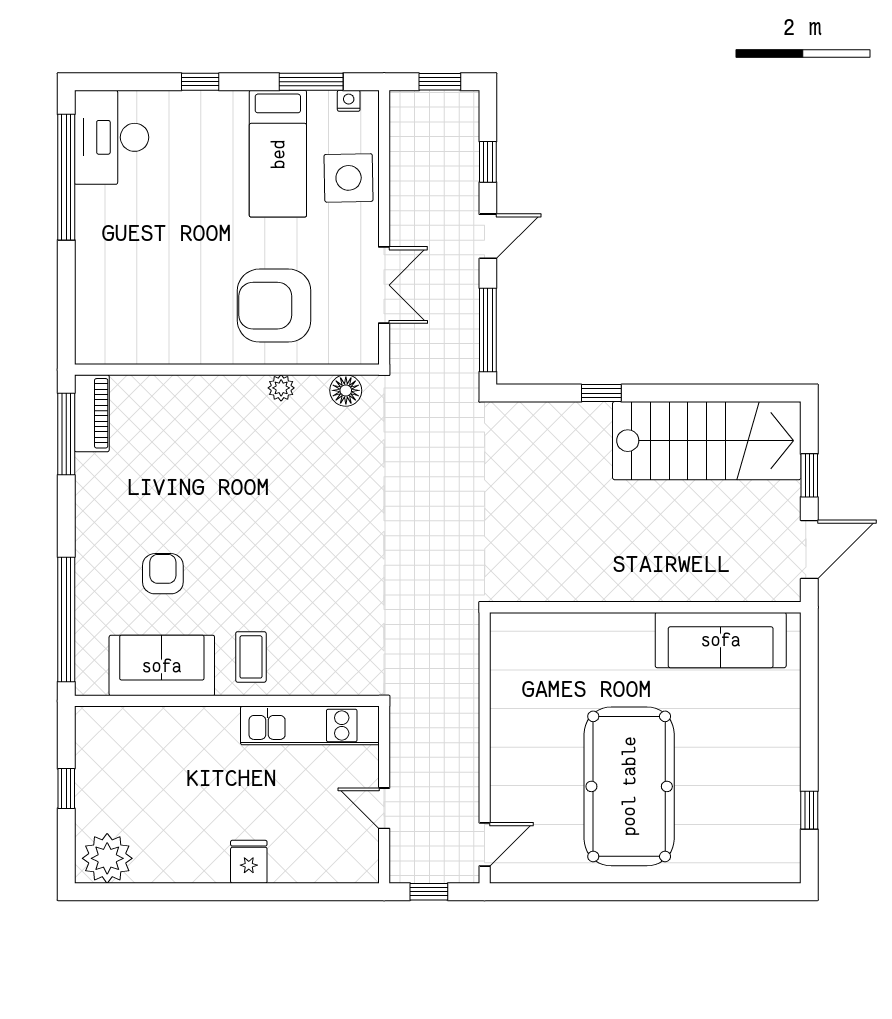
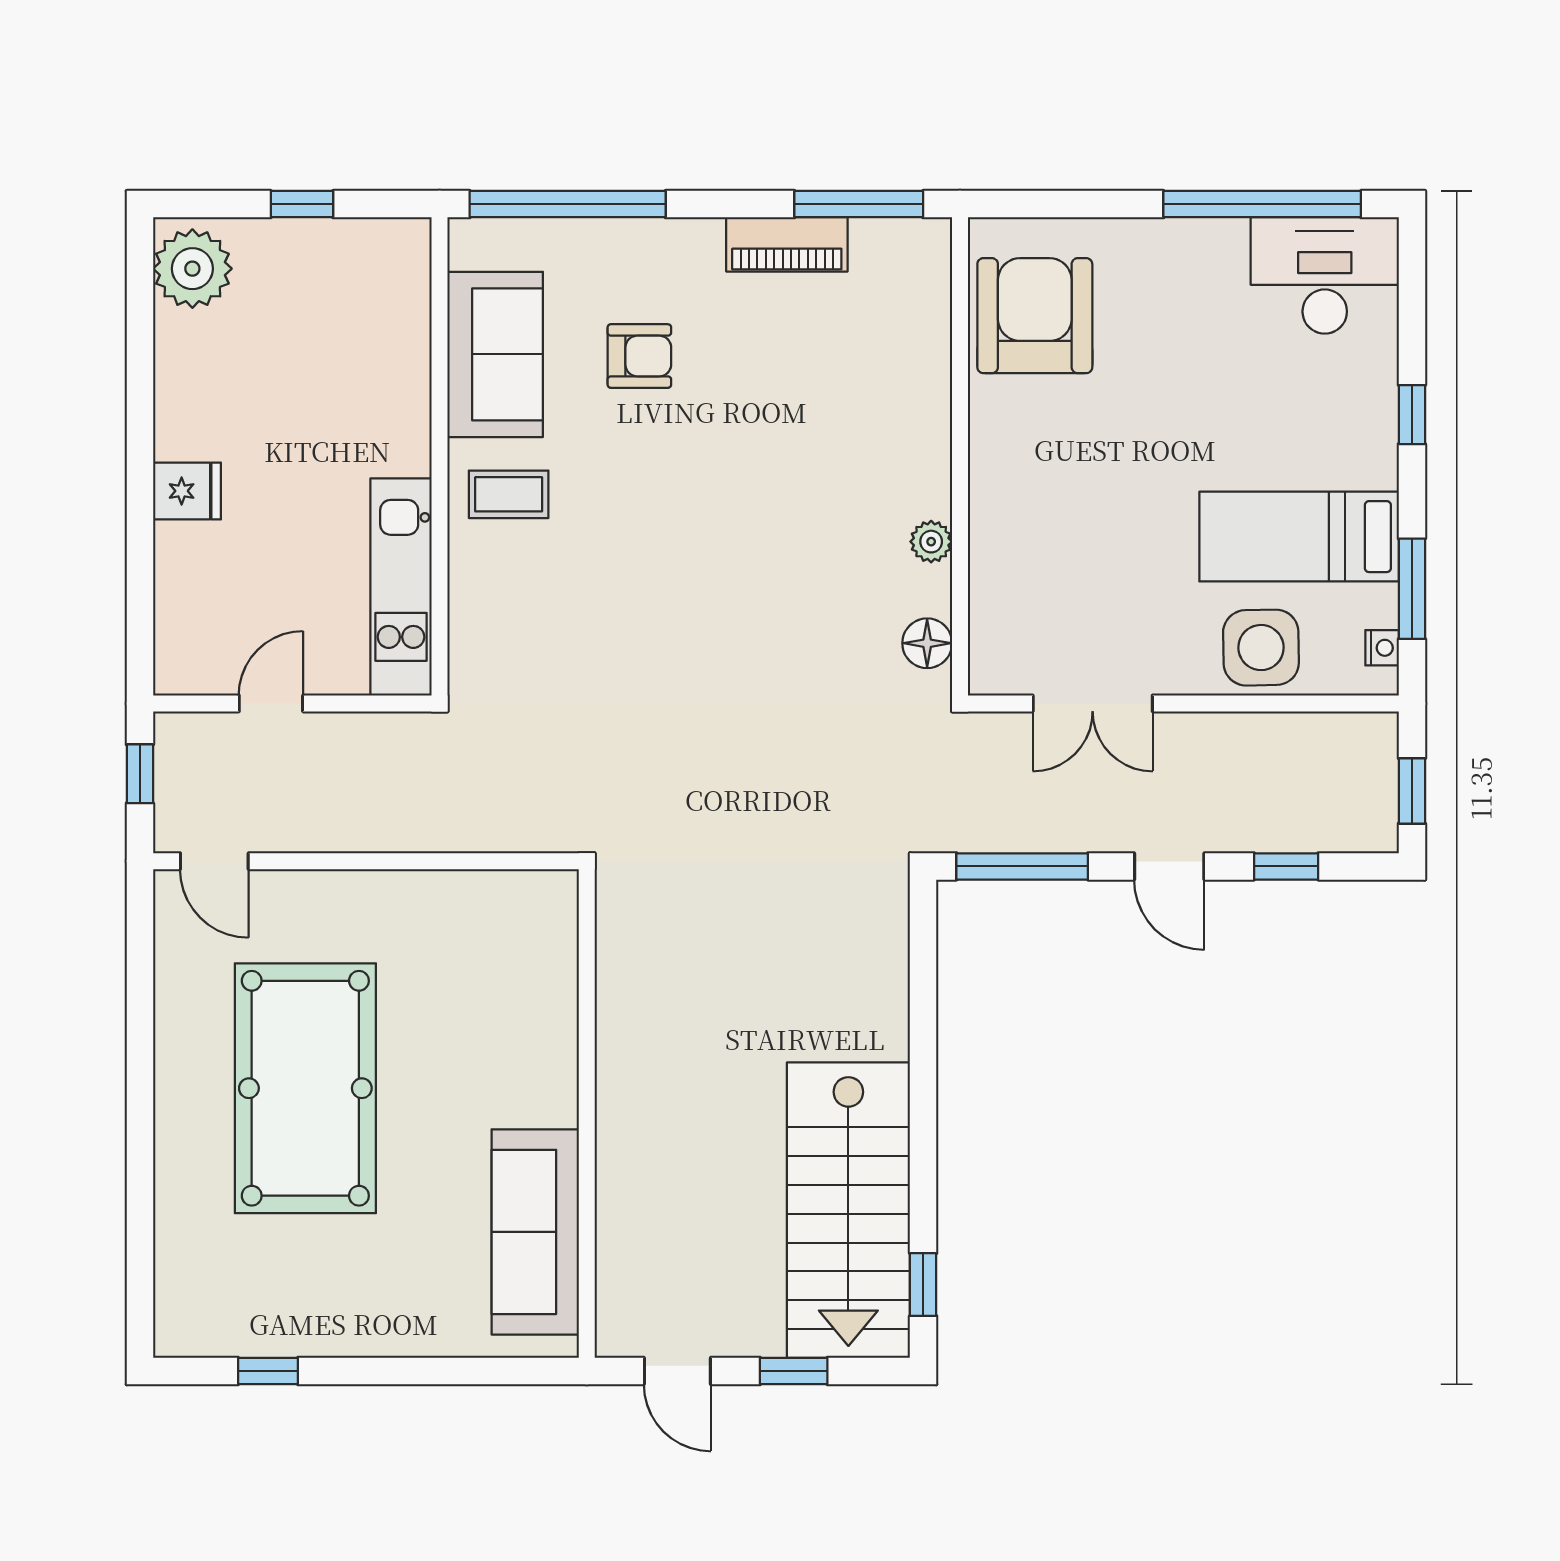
armchair: (274, 306) -> (1035, 316), moved
window: (601, 393) -> (923, 1285), moved
piano: (92, 413) -> (787, 244), moved
door: (809, 550) -> (677, 1371), width x0.73
pool table: (629, 786) -> (305, 1088), turned 90

